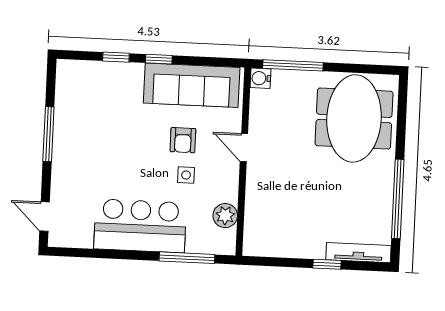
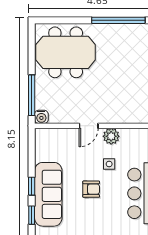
sofa: (192, 85) -> (48, 194), moved
armchair: (183, 140) -> (91, 189), moved
plant: (225, 216) -> (111, 136), moved

